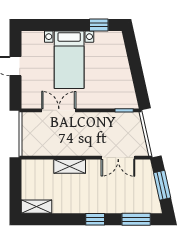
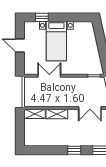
window: (99, 25) -> (42, 17), moved
shelving: (37, 207) -> (35, 114), moved

